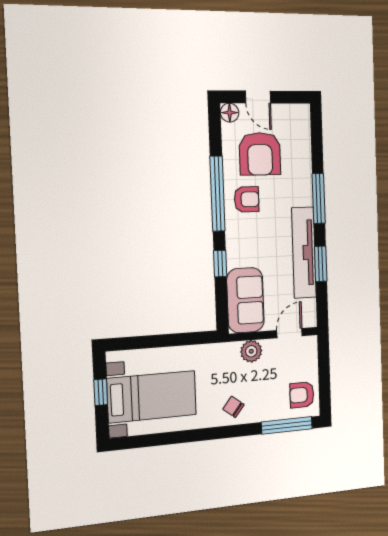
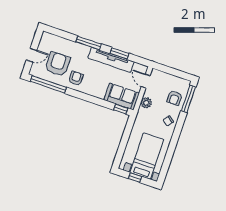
floor lamp: (230, 113) -> (34, 71), removed
armchair: (260, 154) -> (58, 64), turned -90
window: (217, 194) -> (48, 84), moved
window: (220, 264) -> (121, 109), moved
armchair: (302, 395) -> (175, 98), moved

